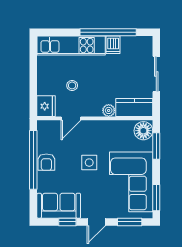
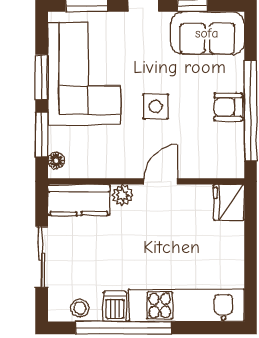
stool: (72, 85) -> (80, 308), moved
door: (71, 118) -> (161, 181), moved
floor lamp: (143, 131) -> (56, 161), width x0.53, depth x0.53
armchair: (46, 162) -> (228, 107), turned -90
window: (156, 198) -> (42, 77), moved

